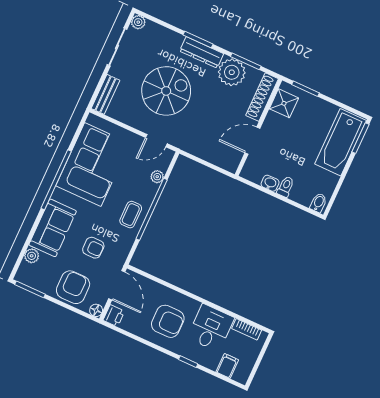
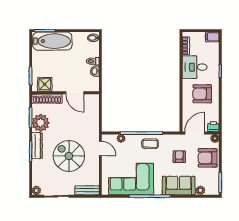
armchair: (168, 321) -> (202, 94), turned -90
filing cabinet: (227, 366) -> (212, 37), moved

